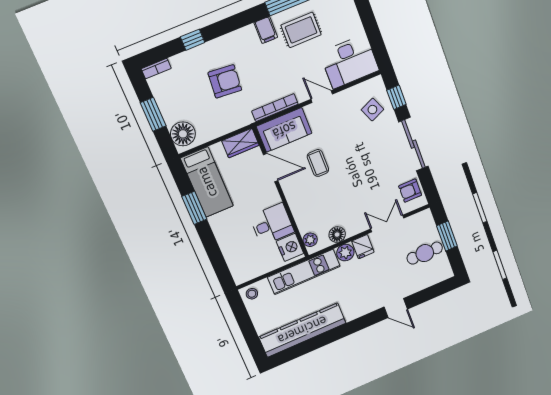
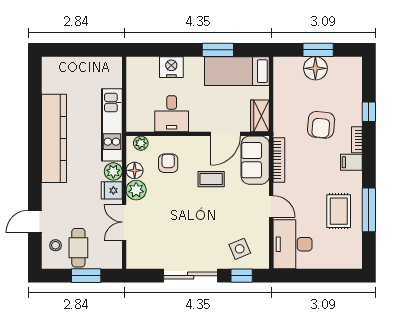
filing cabinet: (266, 30) -> (351, 162), moved
bookcase: (156, 69) -> (357, 140), moved
door: (322, 97) -> (271, 206), hinge flipped
floor lamp: (183, 134) -> (315, 68), moved
armchair: (410, 191) -> (168, 163), moved
double door: (387, 224) -> (124, 222), swing flipped
plant: (354, 226) -> (136, 190), added
nightstand: (290, 247) -> (171, 67), moved, turned 180
stool: (252, 294) -> (55, 245), moved
door: (396, 308) -> (35, 221), moved
kitchen counter: (302, 330) -> (54, 138), moved

